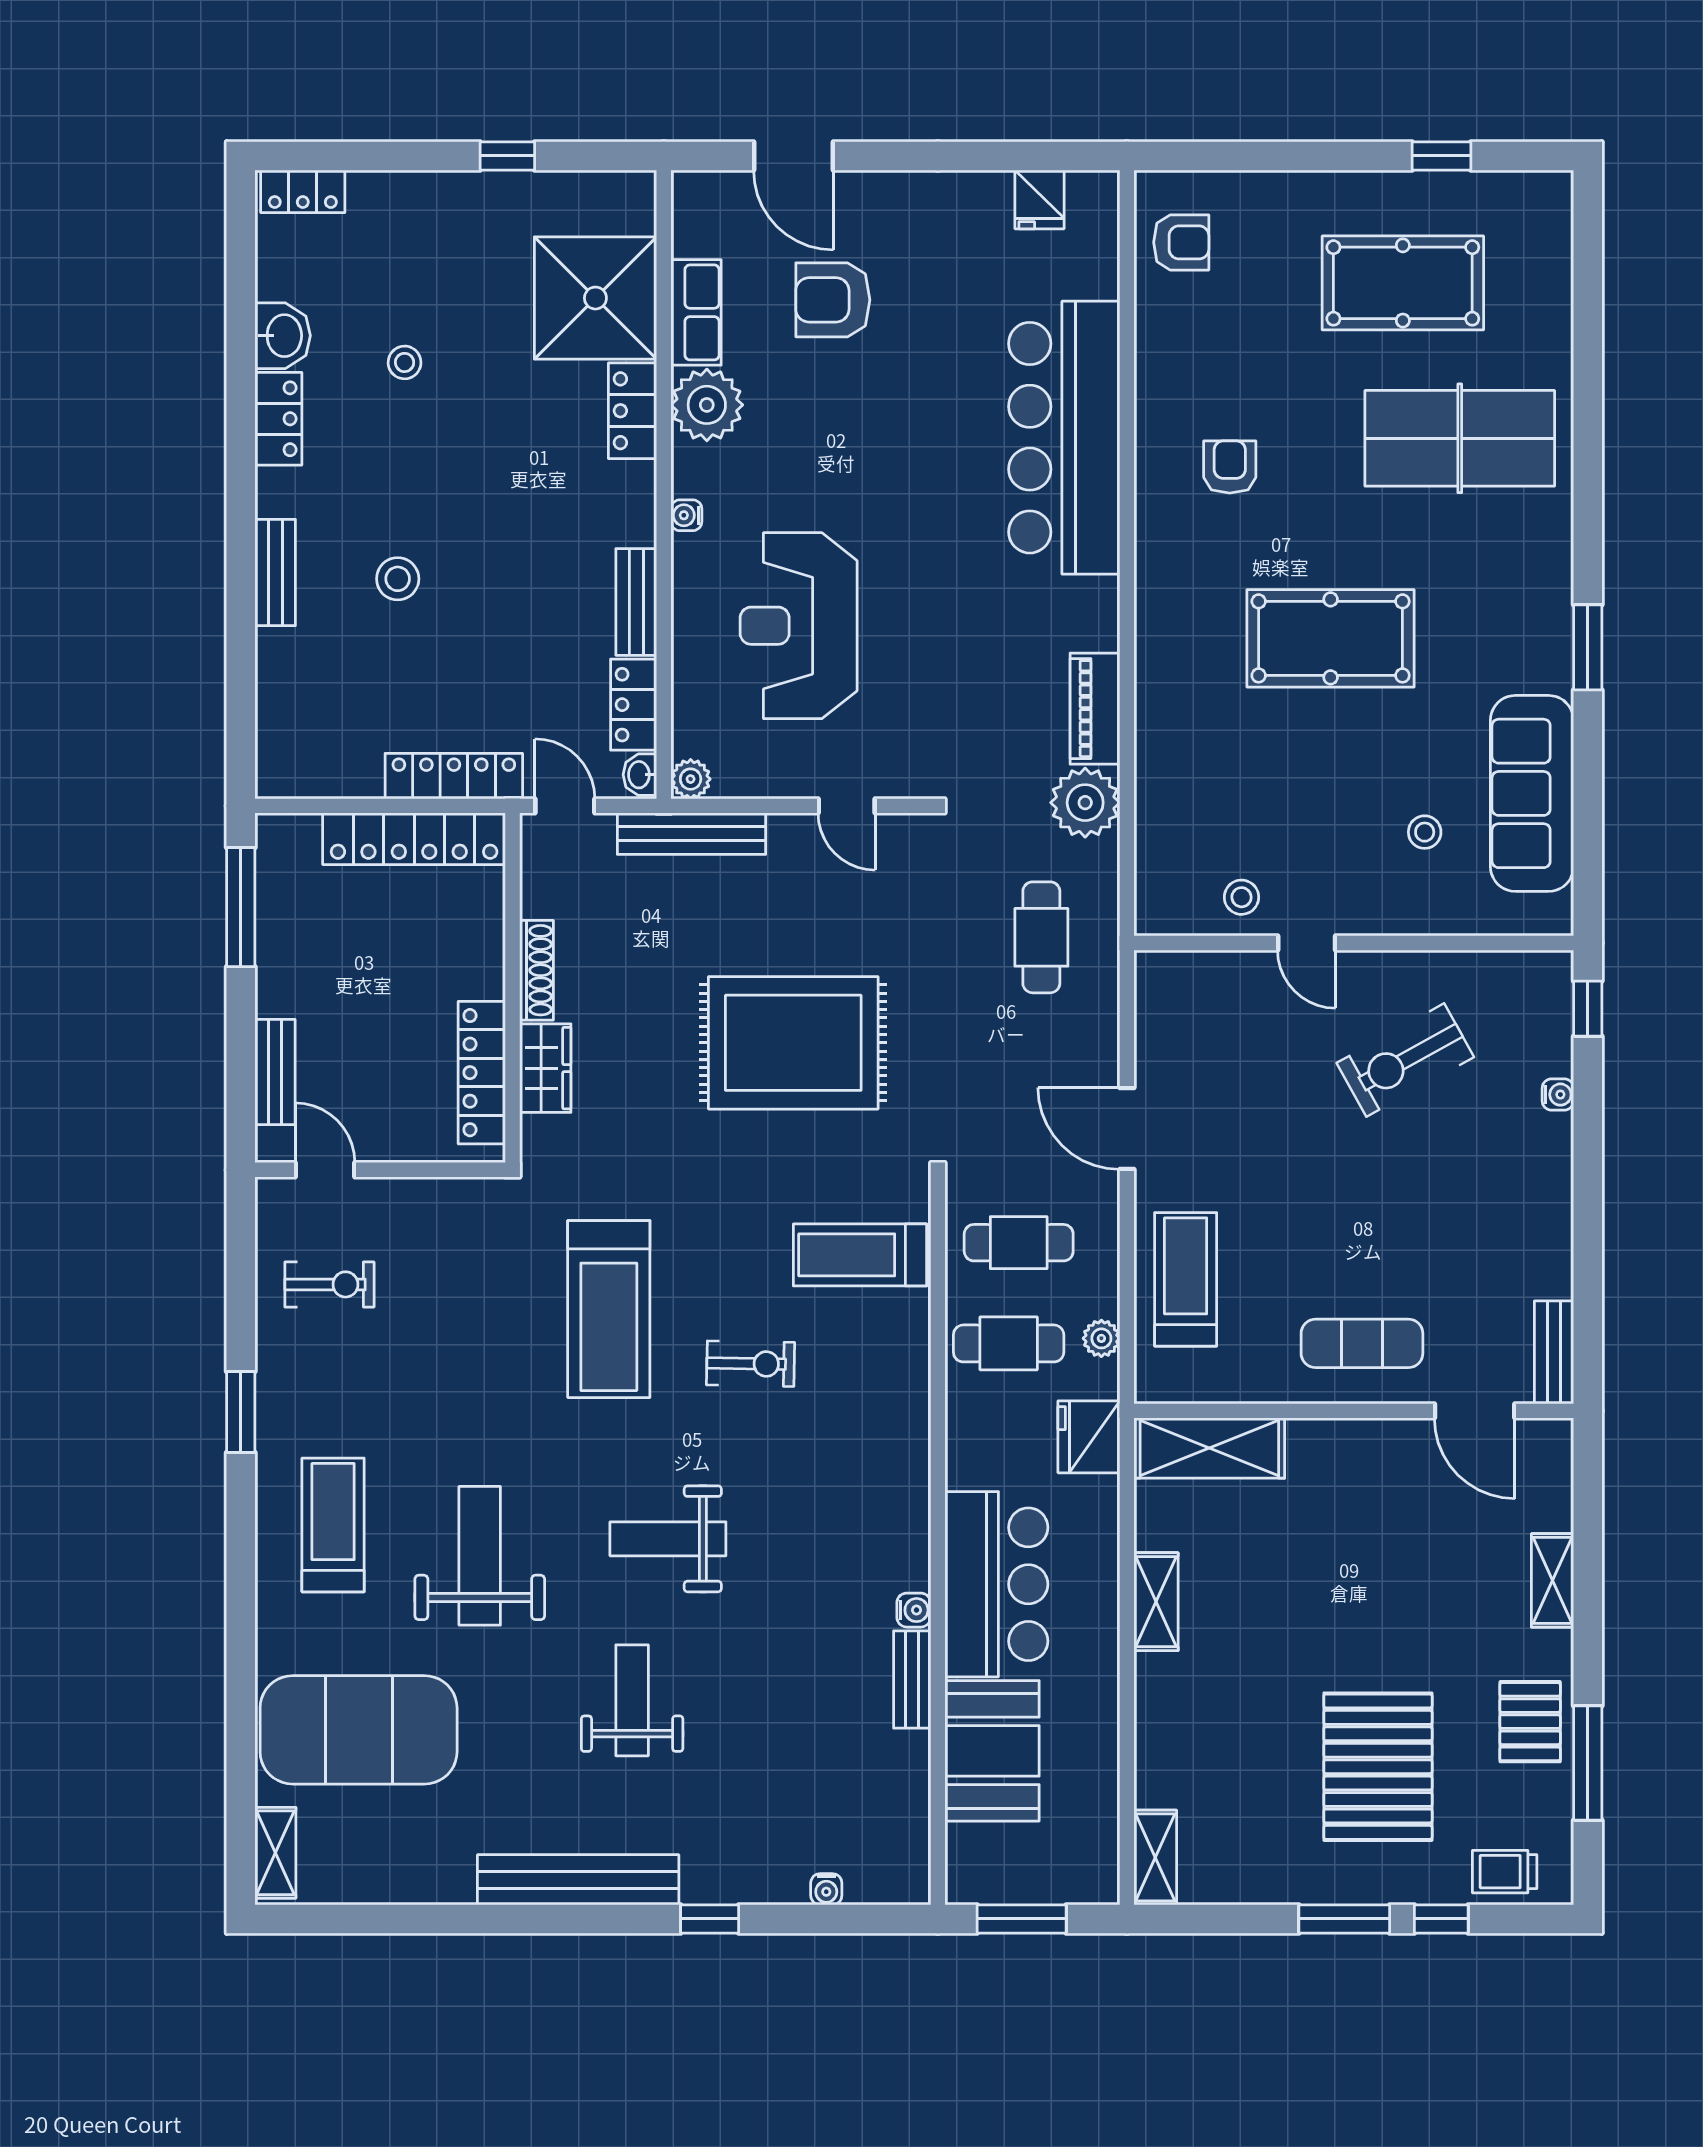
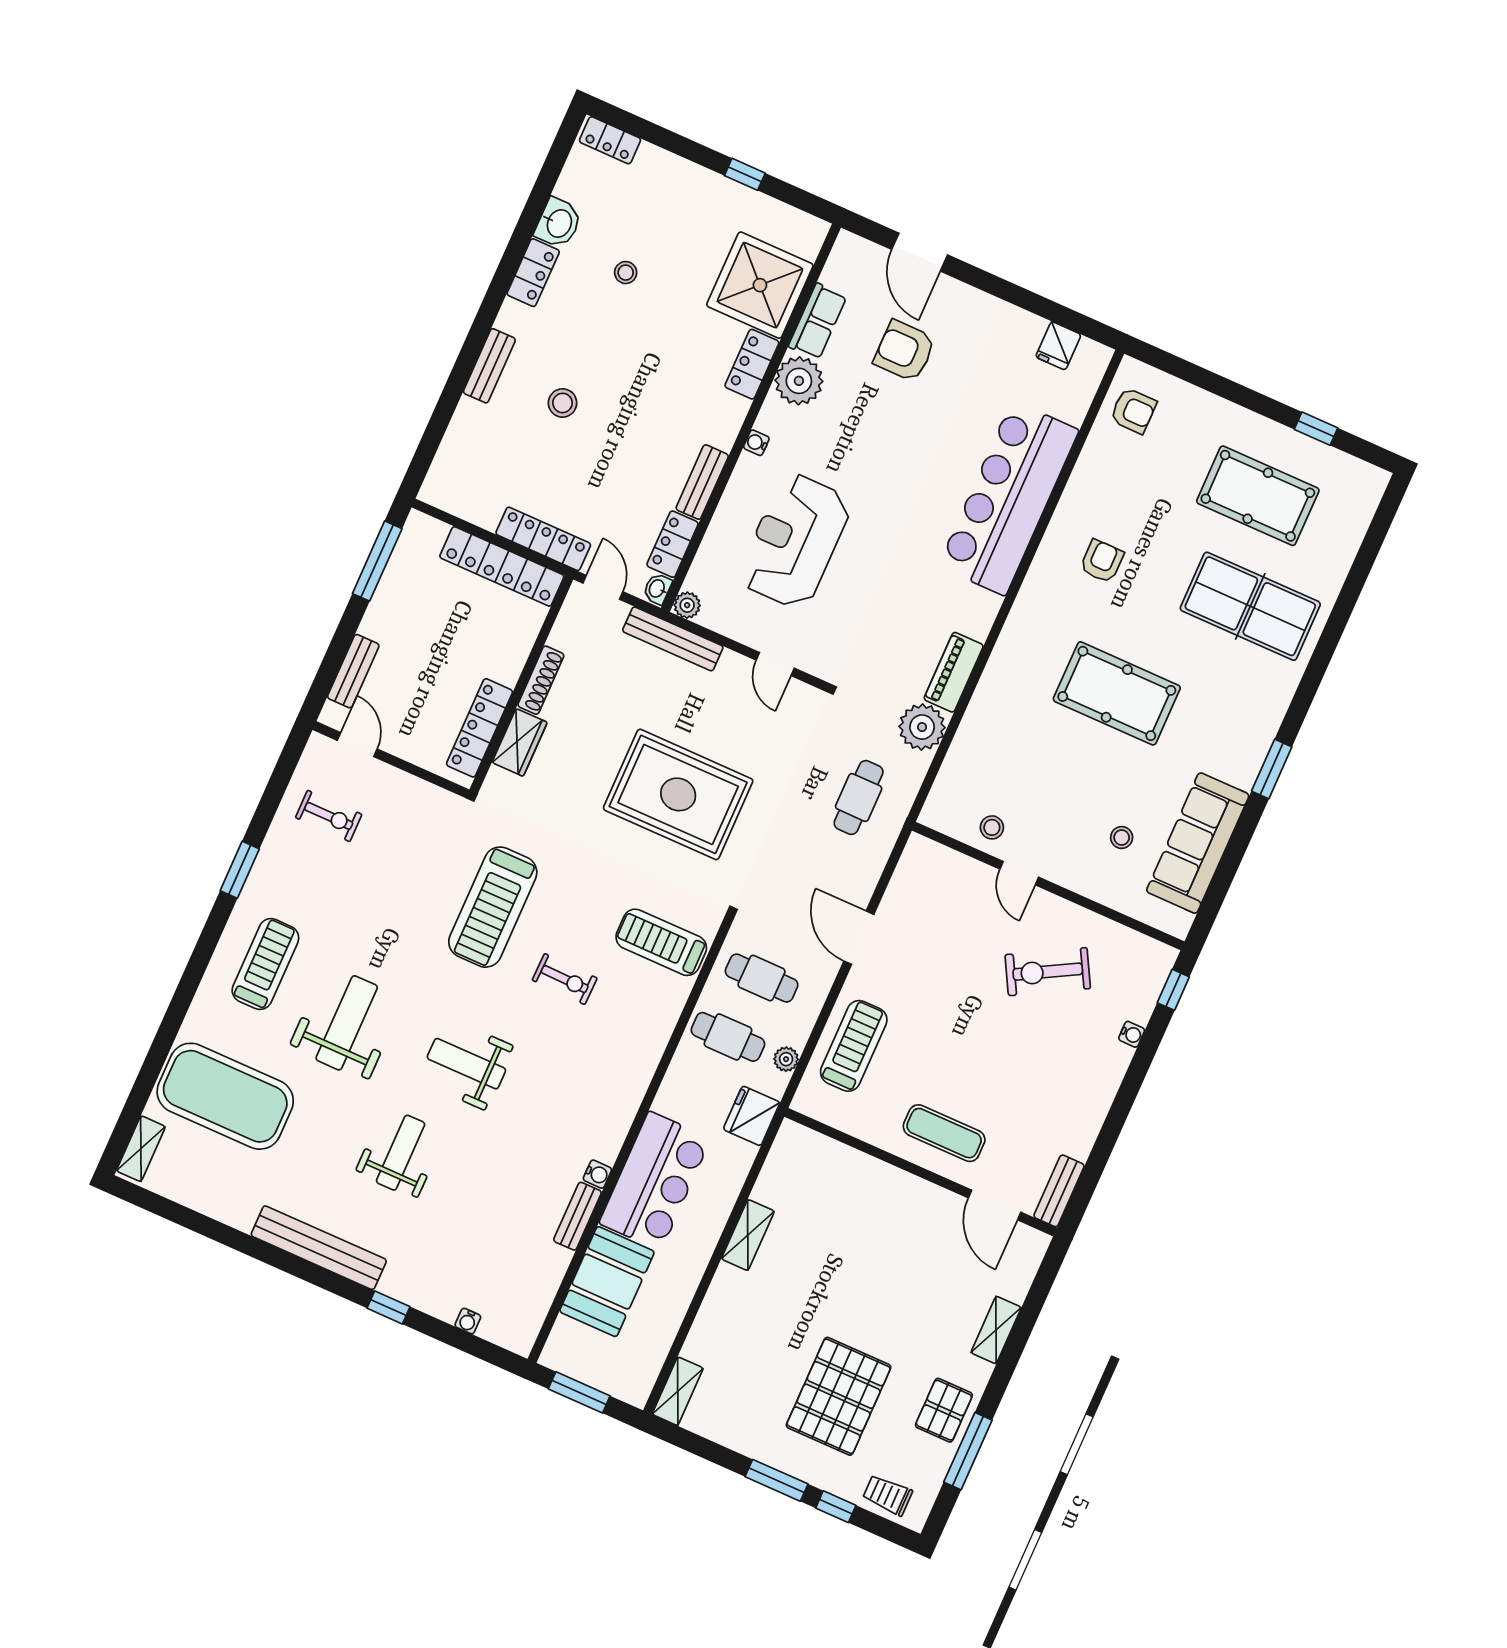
shelving: (1209, 1448) -> (822, 1156), removed

